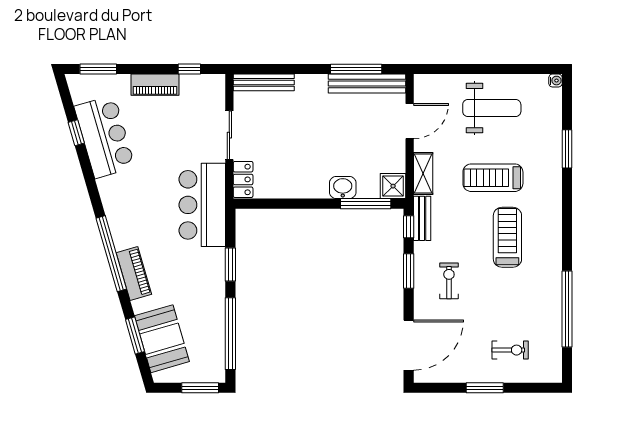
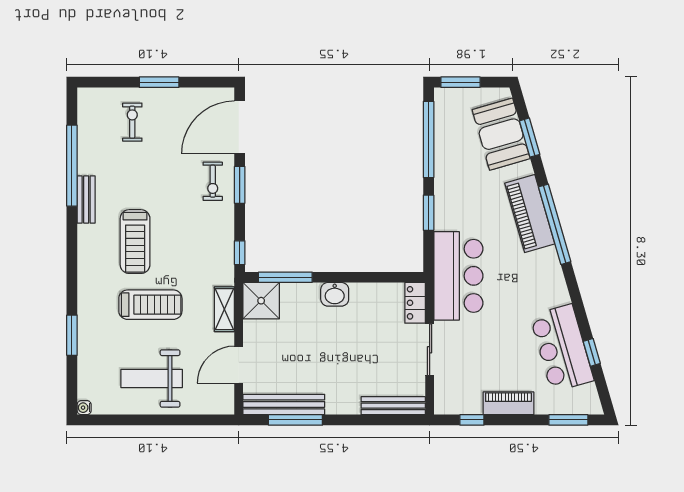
shower: (393, 186) -> (261, 301), width x1.36, depth x1.36
washbasin: (343, 188) -> (335, 294), moved
bench: (422, 218) -> (86, 199), moved
window: (409, 271) -> (240, 185), moved
piano: (134, 273) -> (530, 214), width x1.37, depth x1.33
exercise bike: (449, 281) -> (213, 181), moved
exercise bike: (510, 350) -> (132, 122), turned 90

